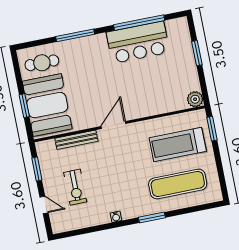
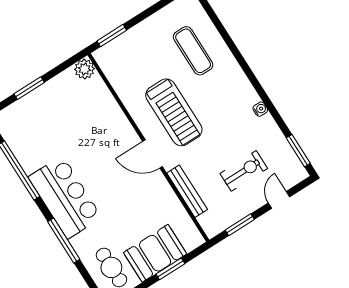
bar counter: (138, 42) -> (65, 197), moved
booth: (47, 105) -> (155, 253), width x0.73, depth x0.70
treadmill: (178, 145) -> (174, 112), moved
exercise mat: (178, 184) -> (193, 51), width x0.73, depth x0.69
window: (152, 217) -> (298, 151), moved

